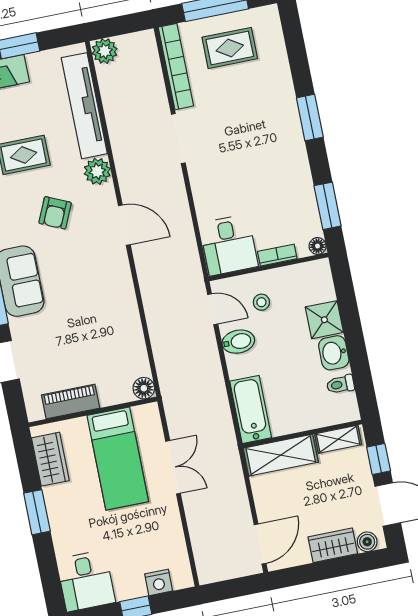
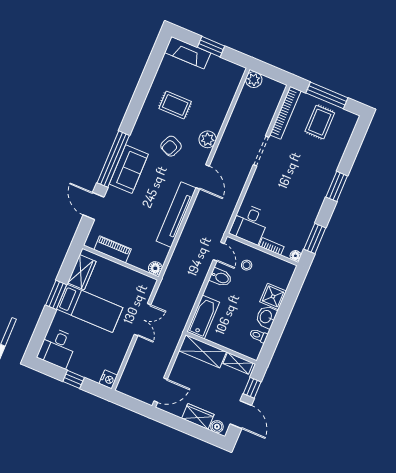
rug: (230, 48) -> (320, 122), turned 90
tv unit: (84, 106) -> (176, 215), moved
bed: (118, 459) -> (90, 308), moved, turned -90
nightstand: (159, 582) -> (108, 379), moved, turned -90

